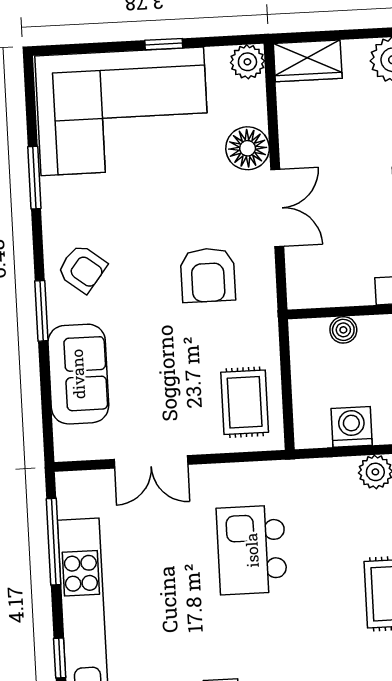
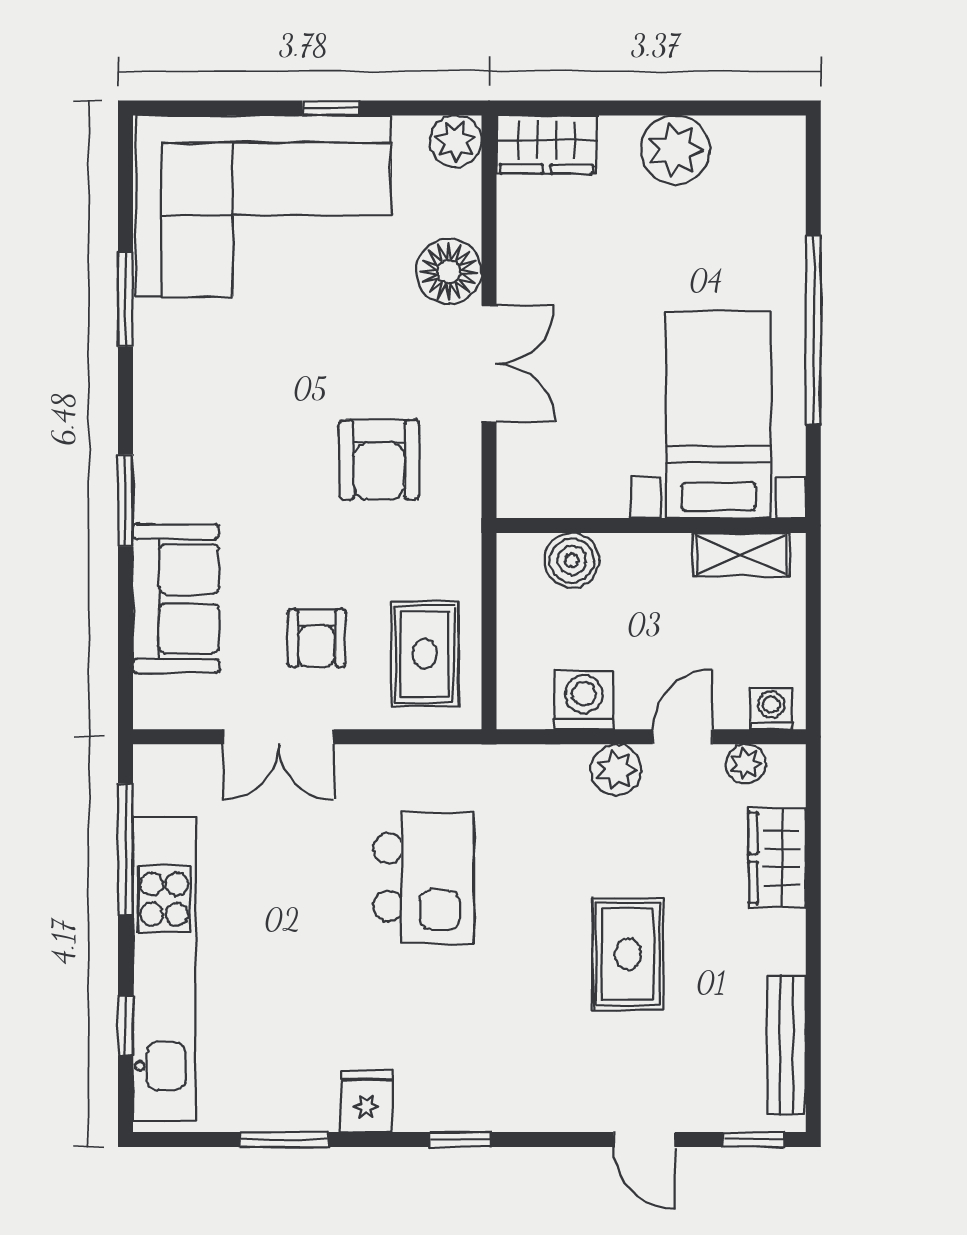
armchair: (82, 269) -> (317, 638), moved, turned 52
boiler: (343, 330) -> (572, 560), width x1.36, depth x1.36
kitchen island: (252, 550) -> (424, 877), turned 180

